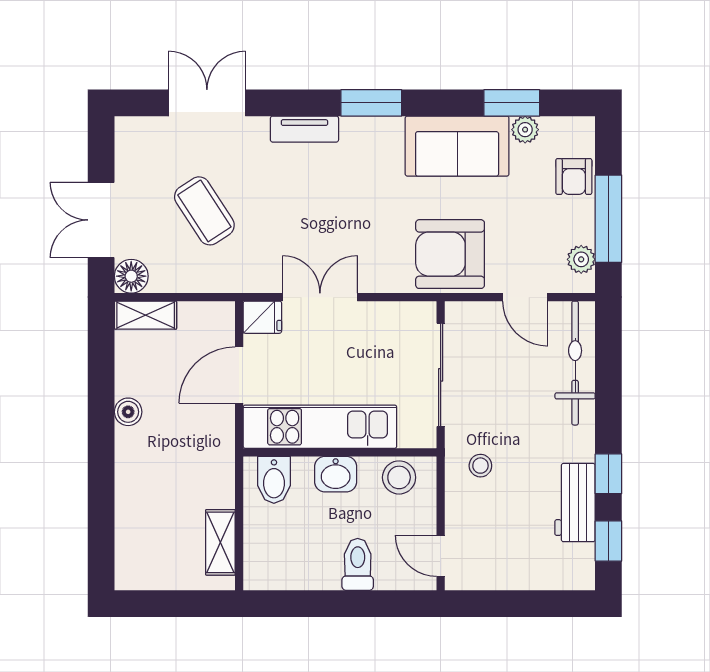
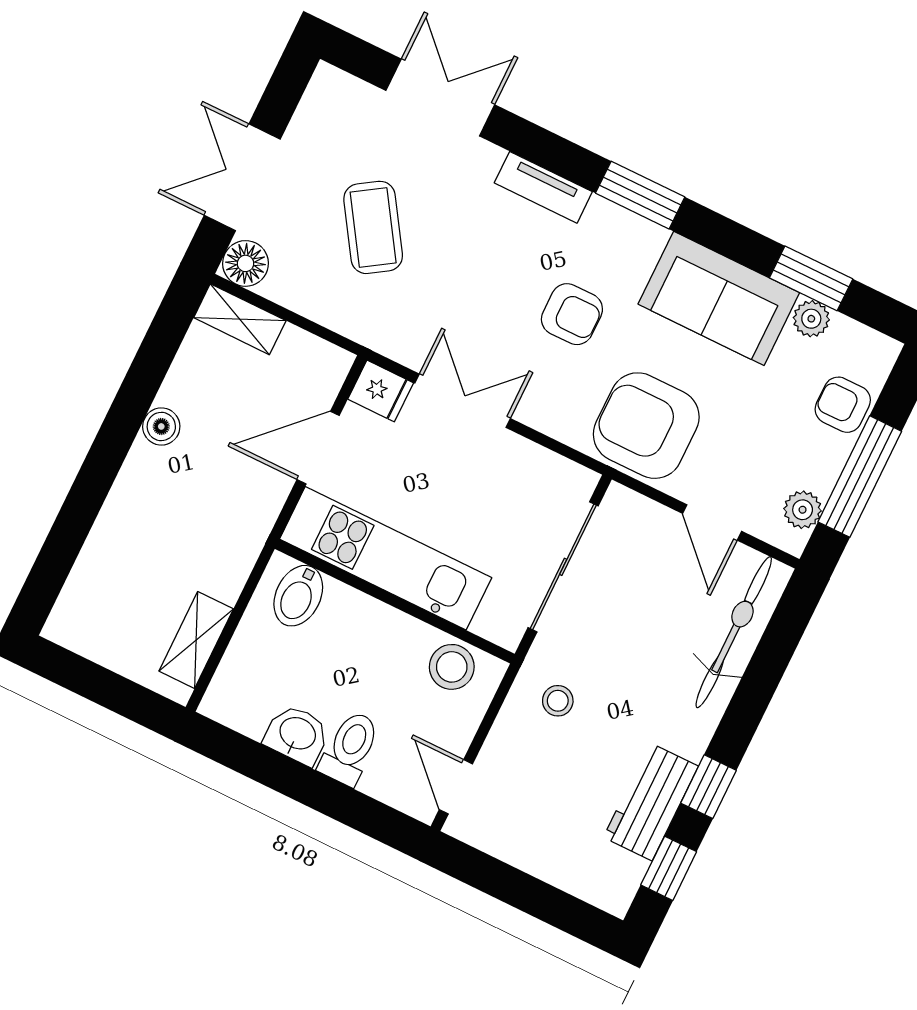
armchair: (574, 176) -> (843, 405), turned 90
armchair: (365, 204) -> (572, 314), added
washbasin: (336, 474) -> (297, 735), moved, turned 180

